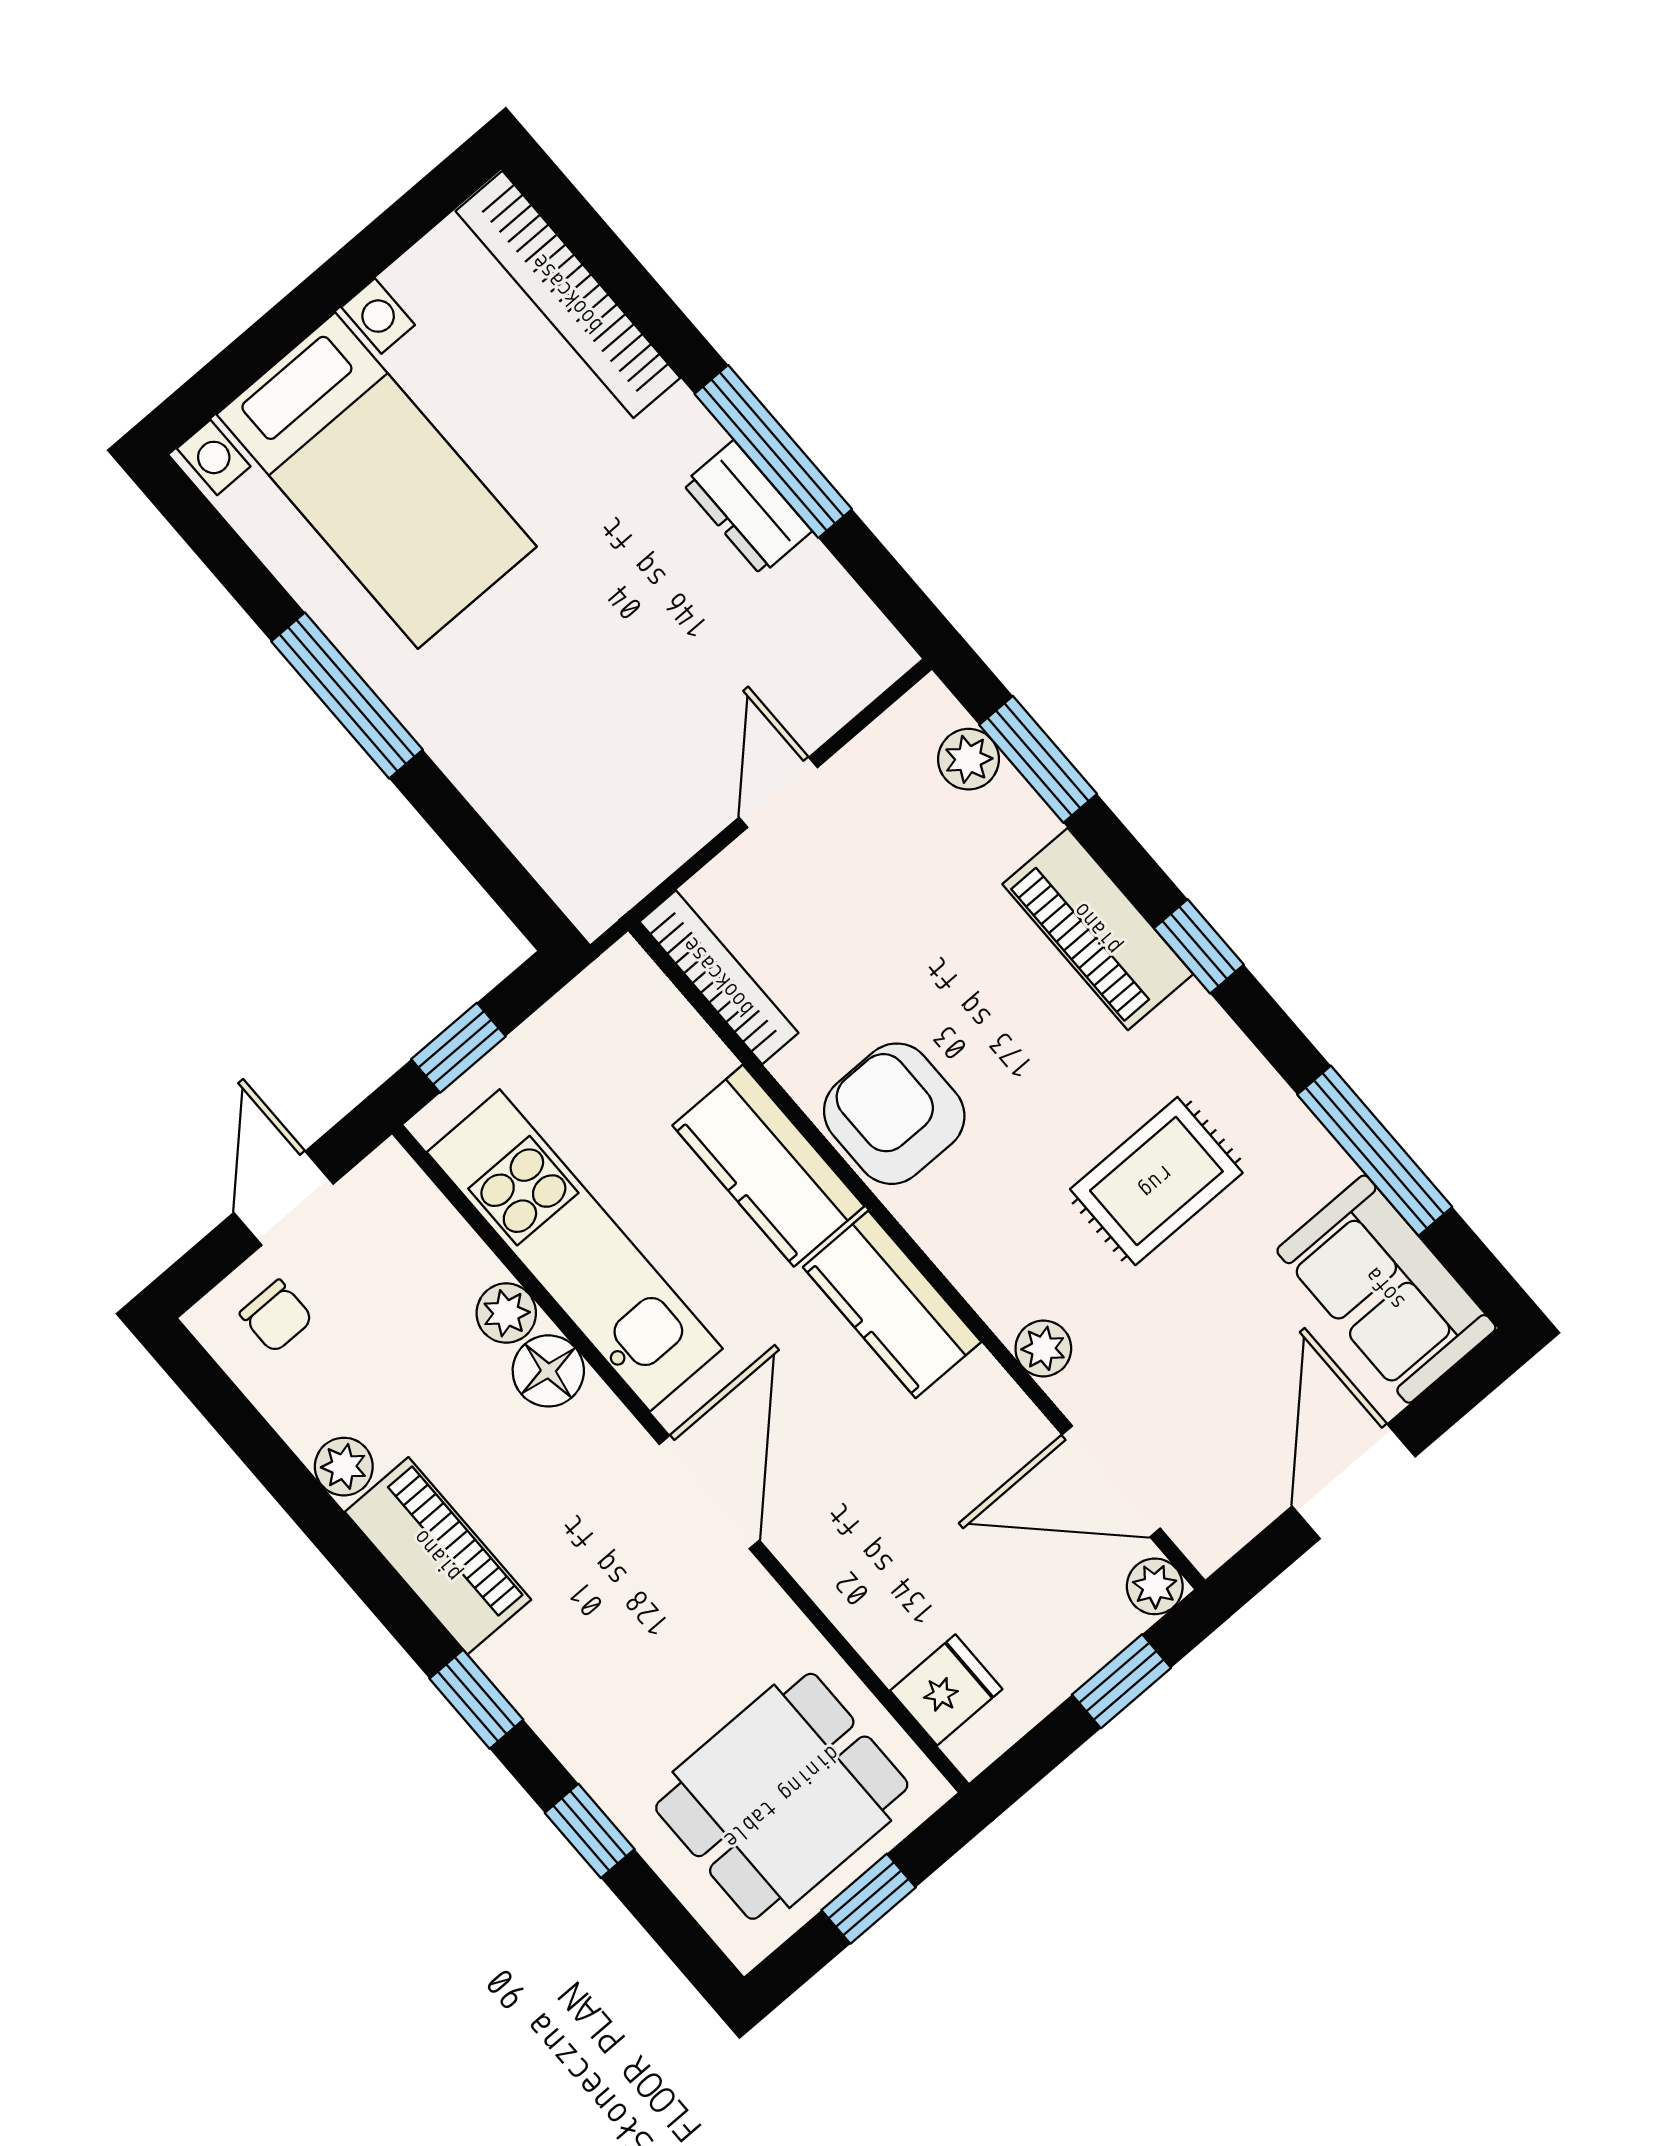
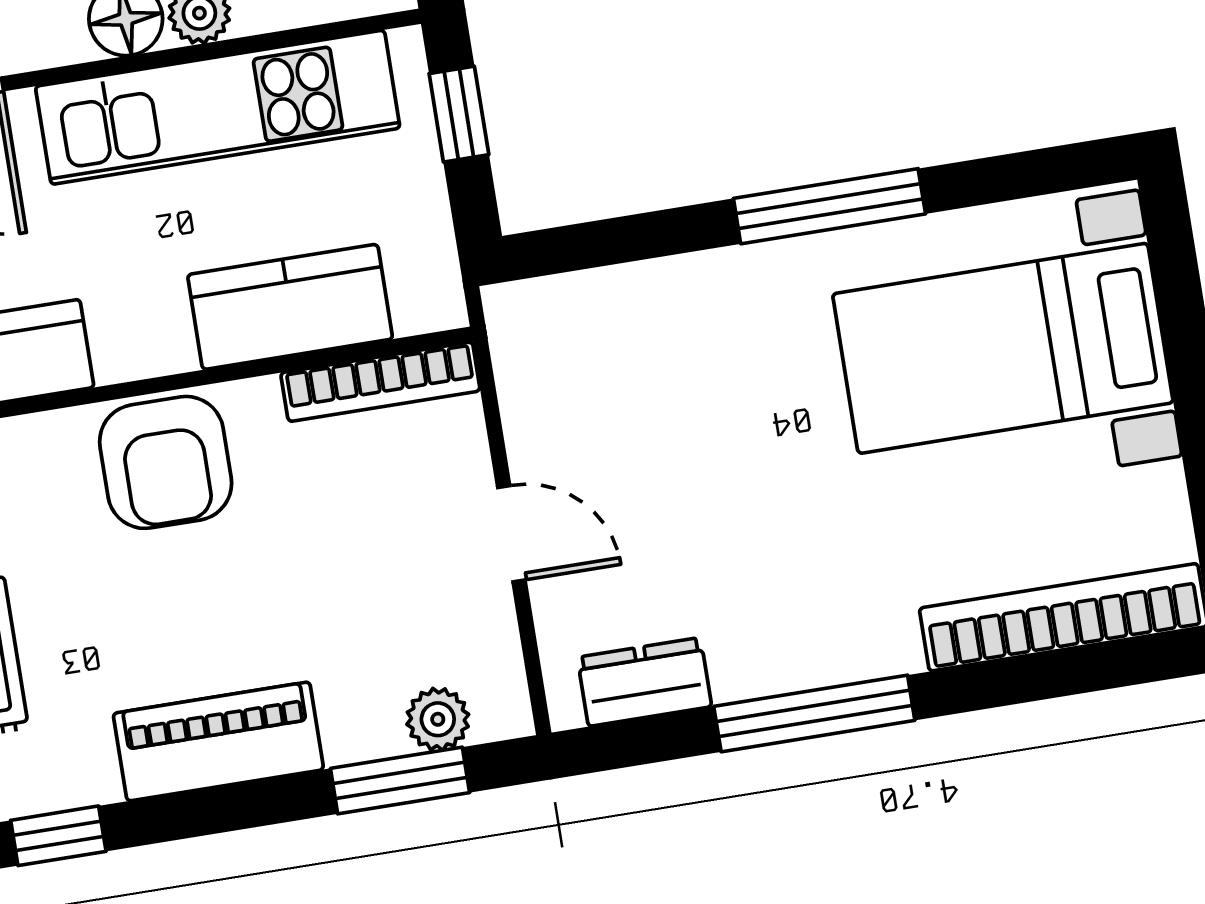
dresser: (747, 508) -> (644, 682), moved
window: (1199, 946) -> (58, 836), moved
armchair: (894, 1114) -> (166, 462), turned 90
kitchen counter: (768, 1166) -> (290, 307), moved

